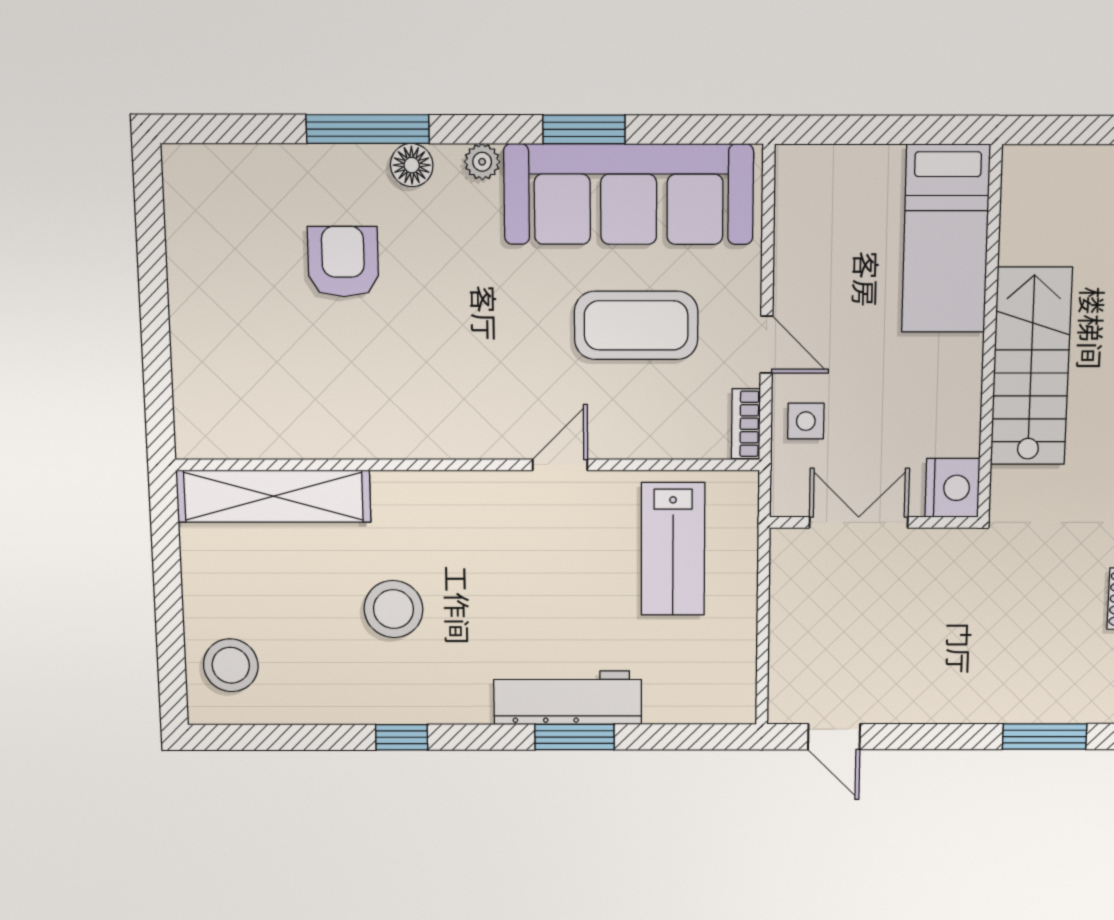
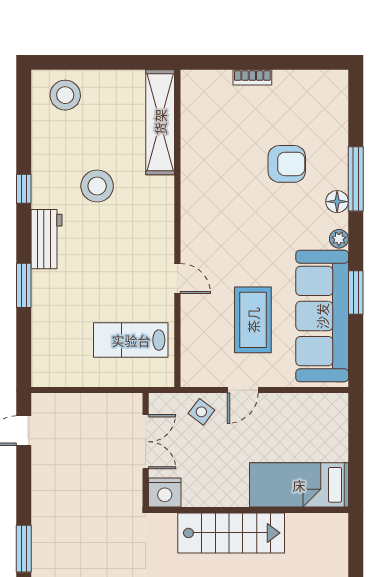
side table: (806, 421) -> (201, 412), turned 37
bookcase: (746, 424) -> (252, 77), moved, turned 180
workbench: (568, 698) -> (46, 239), moved, width x0.73

